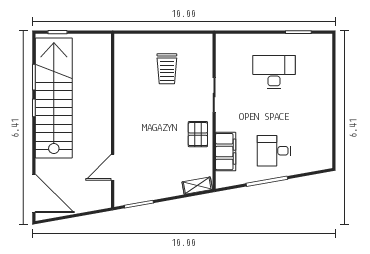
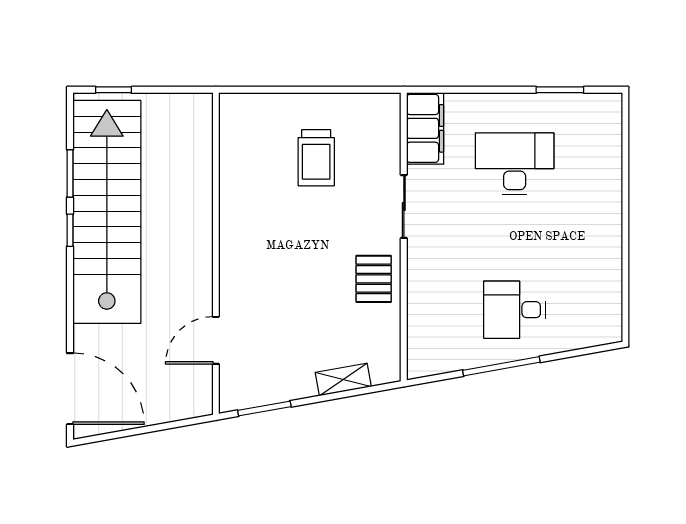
filing cabinet: (226, 152) -> (425, 128), moved
shelving: (197, 186) -> (343, 380), moved

